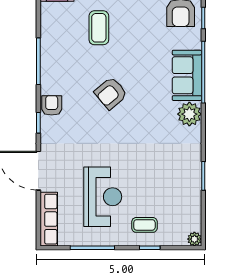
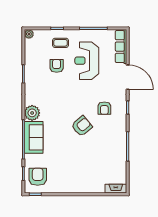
coffee table: (99, 28) -> (89, 167), removed
armchair: (52, 105) -> (104, 108), moved
armchair: (151, 189) -> (57, 66), added

